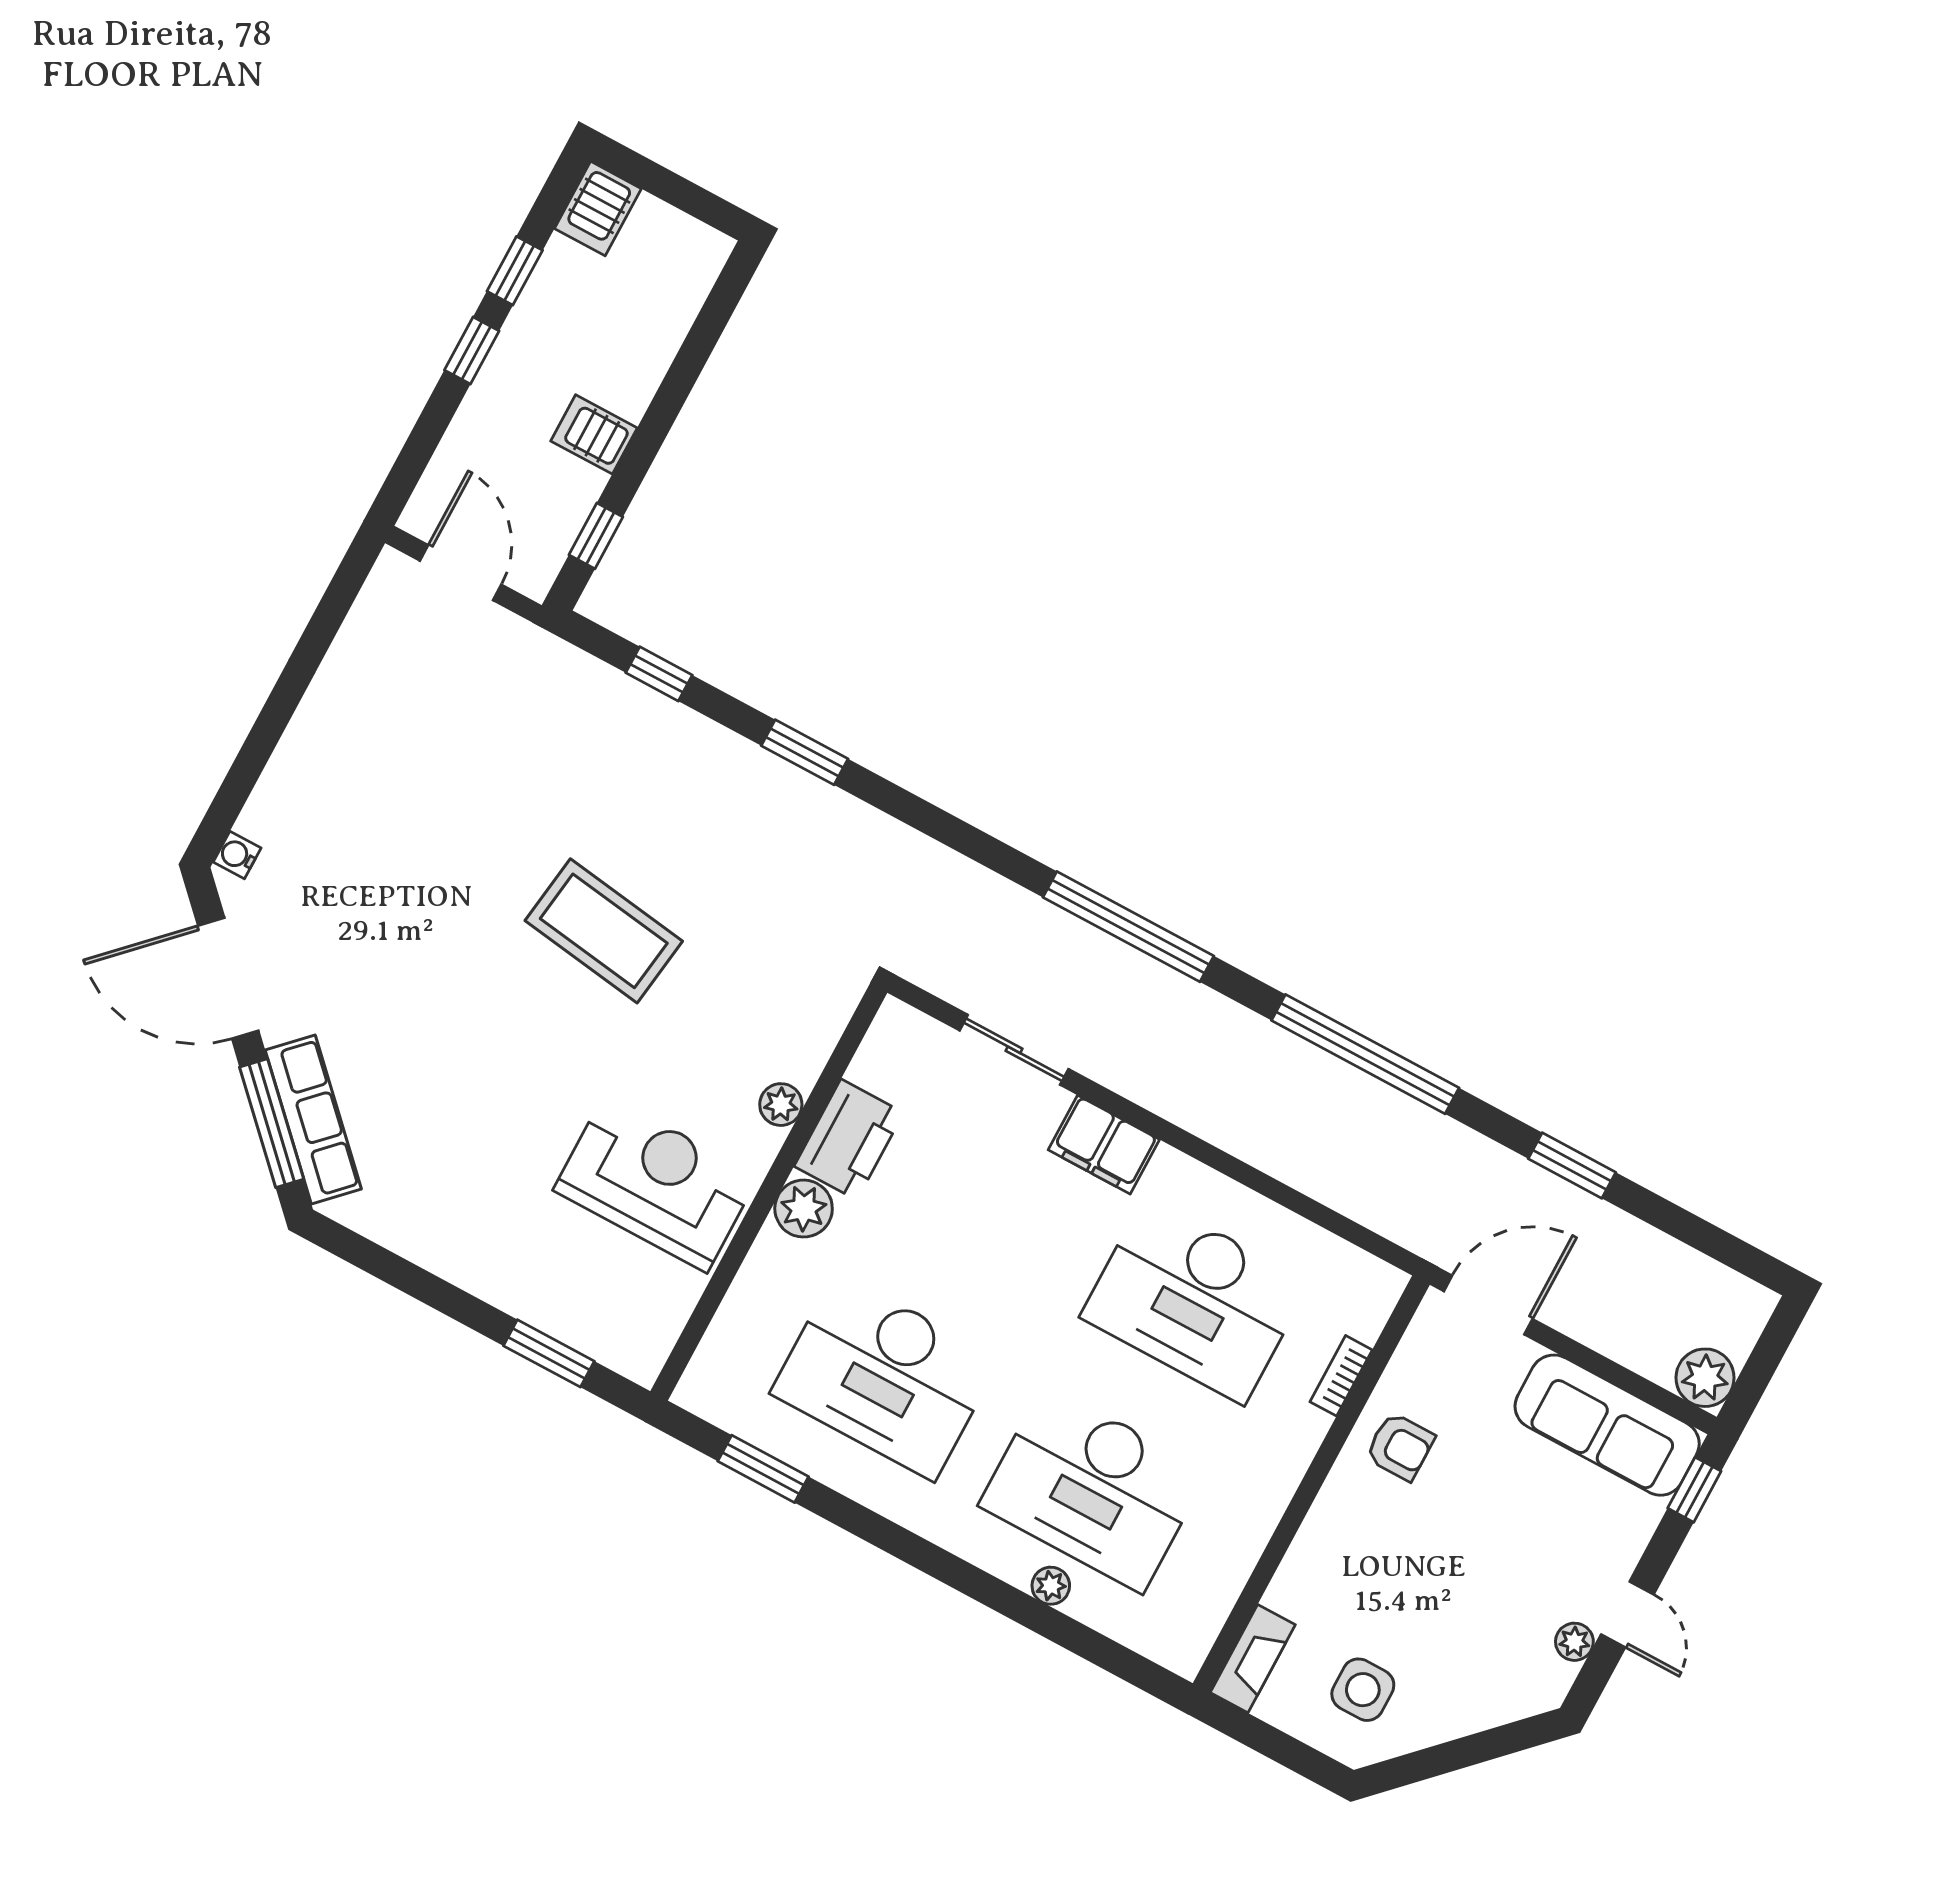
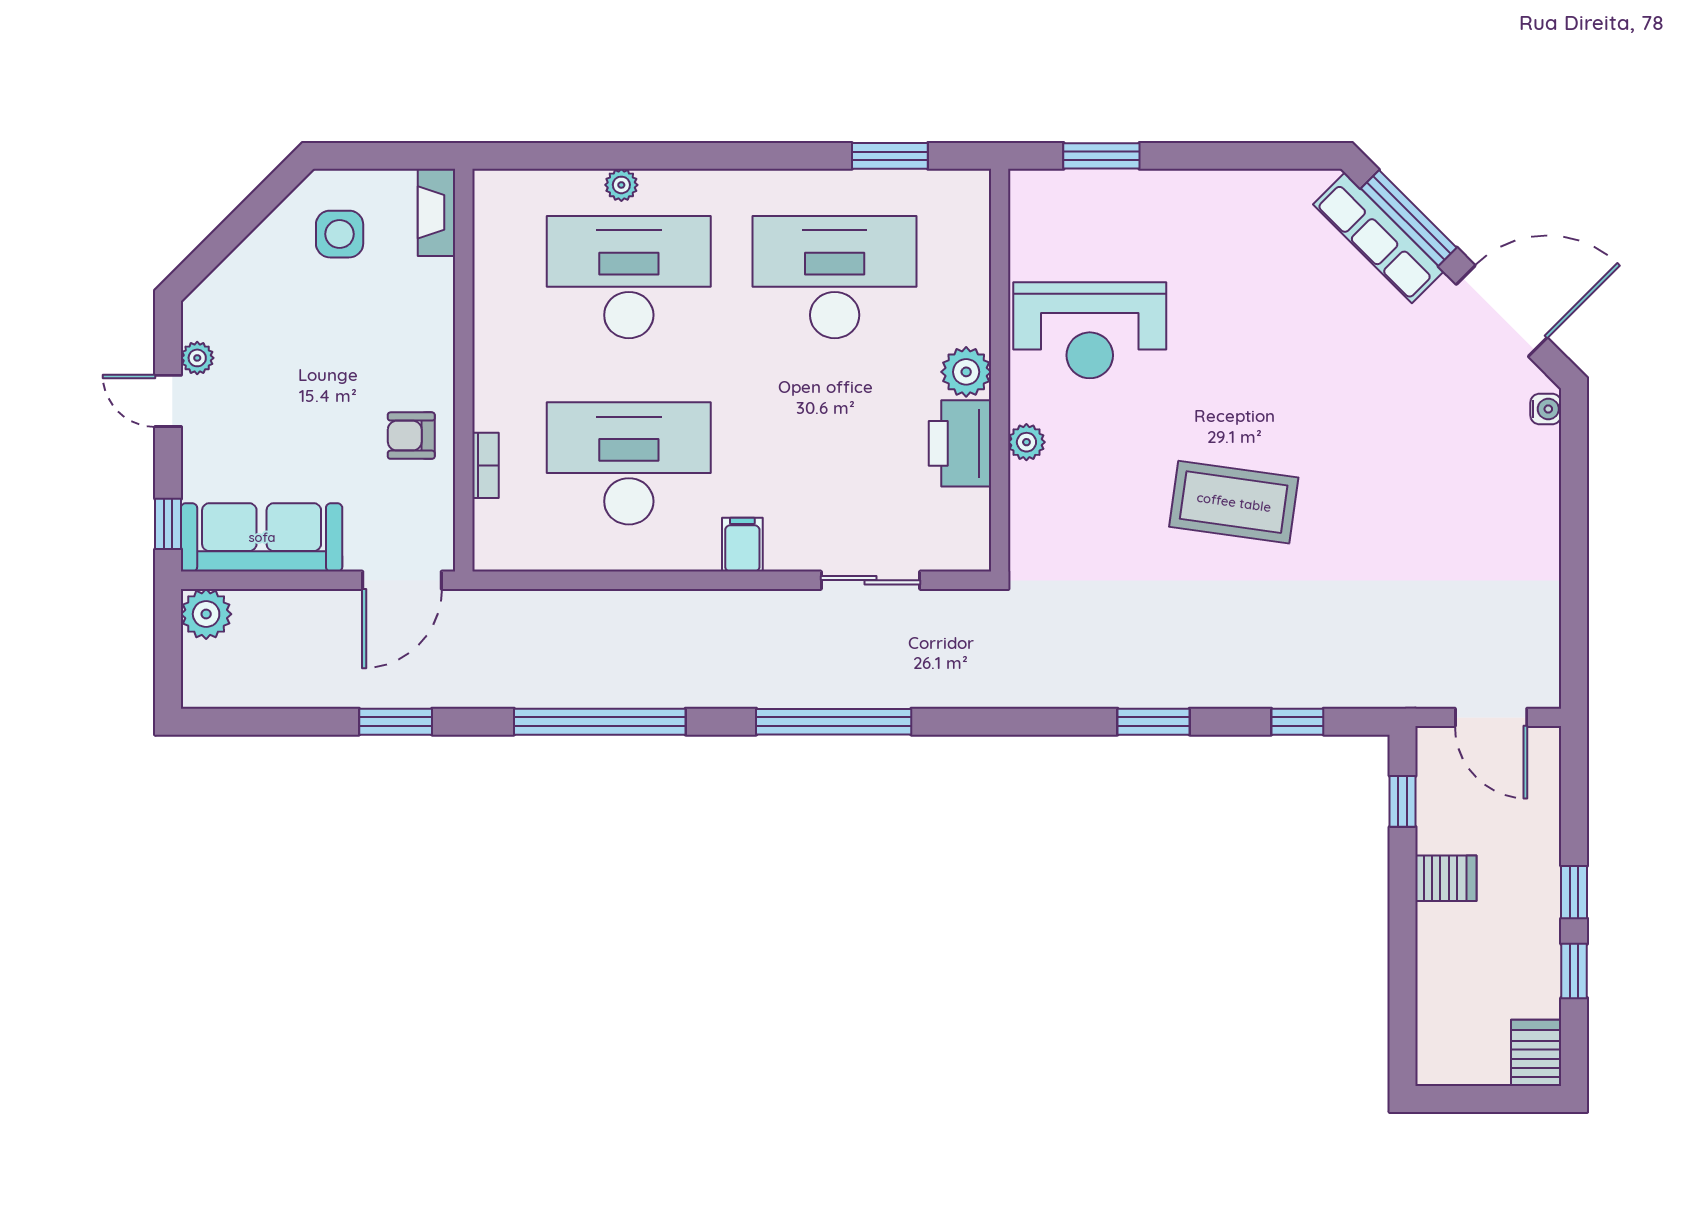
filing cabinet: (1104, 1145) -> (742, 545), width x0.50

